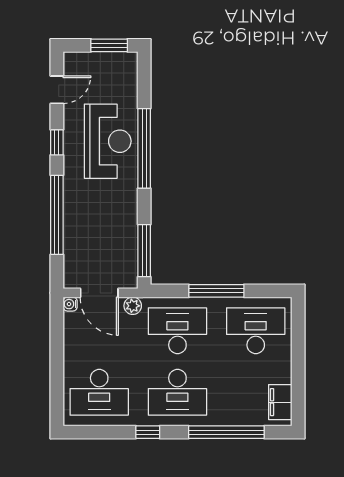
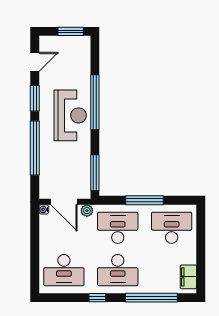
reception desk: (108, 141) -> (70, 115), moved
window: (57, 142) -> (35, 98), width x1.50

